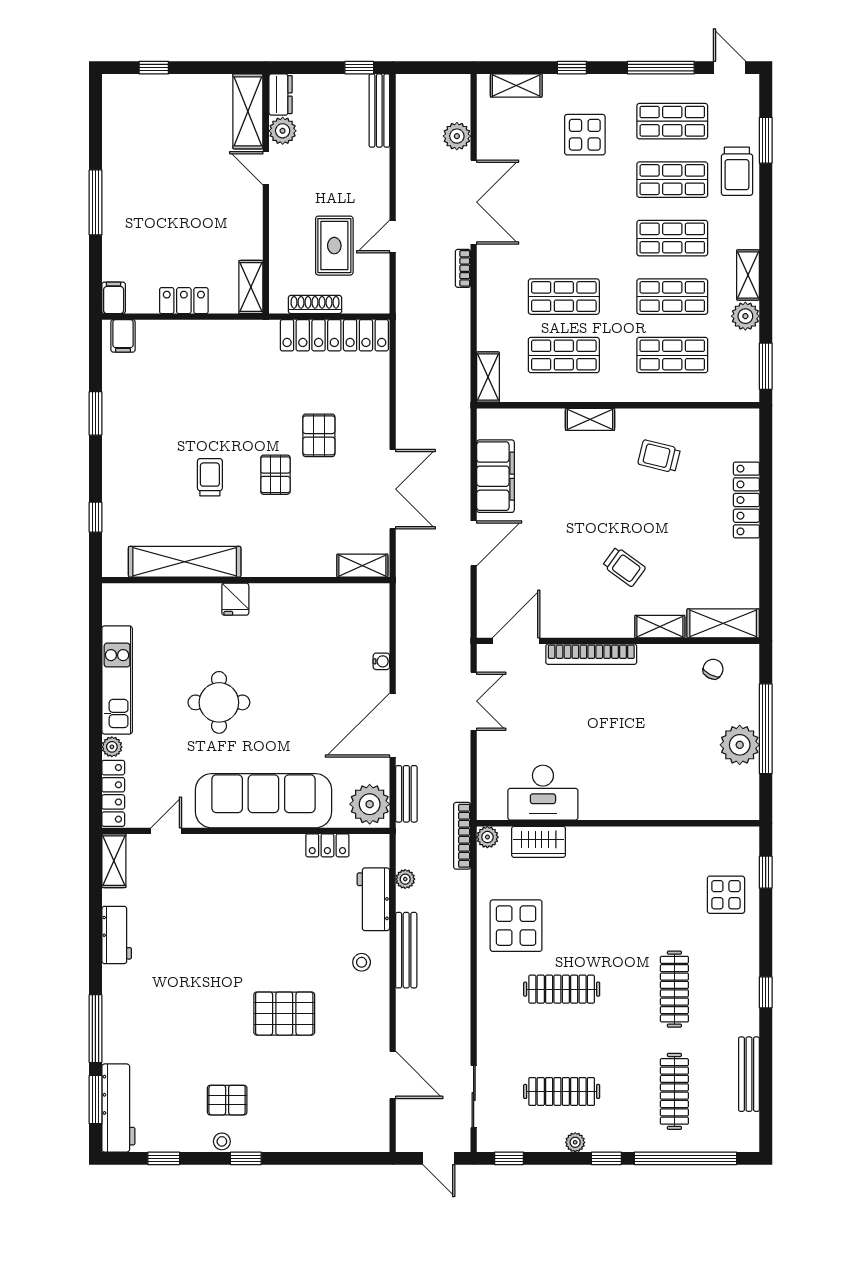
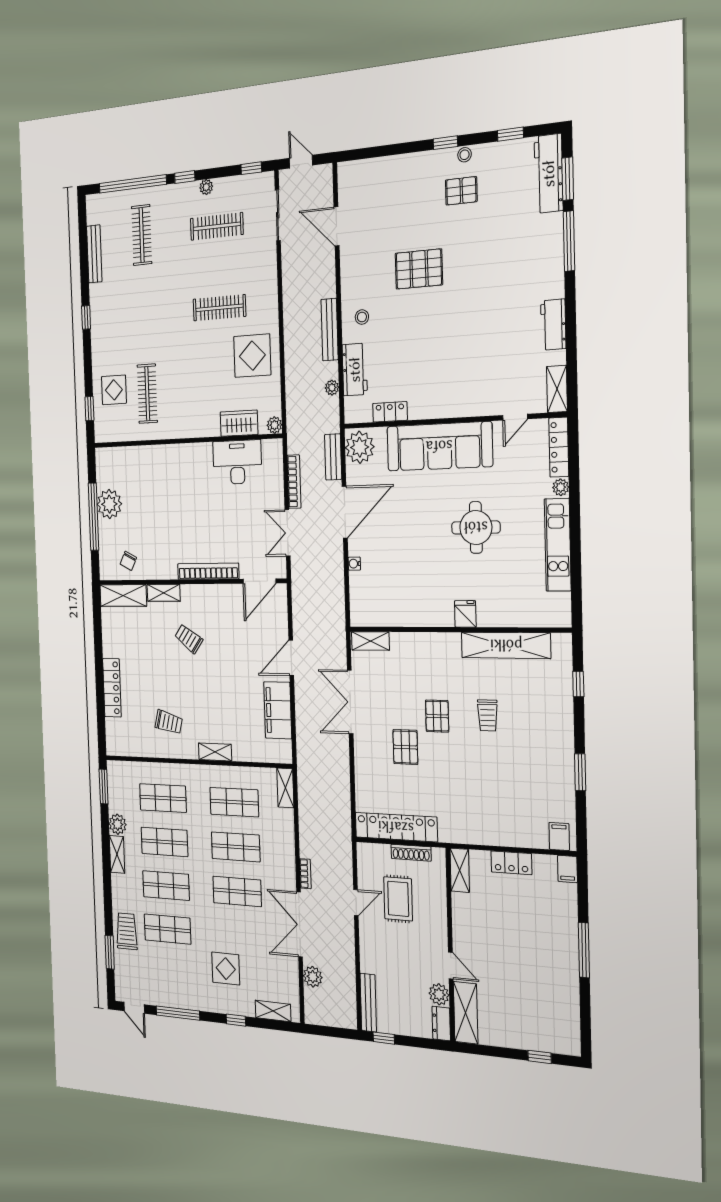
shop shelf: (672, 121) -> (237, 891), moved
bookcase: (462, 836) -> (294, 482), moved
clothes rail: (674, 989) -> (147, 394), moved

